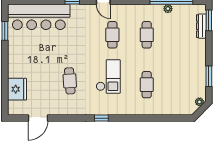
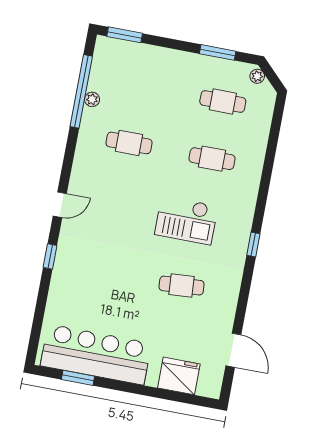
bar counter: (39, 17) -> (96, 355), moved, turned -90
dresser: (201, 26) -> (132, 49), removed
cafe table: (112, 35) -> (223, 101), moved
checkout: (108, 76) -> (186, 220), turned 180

